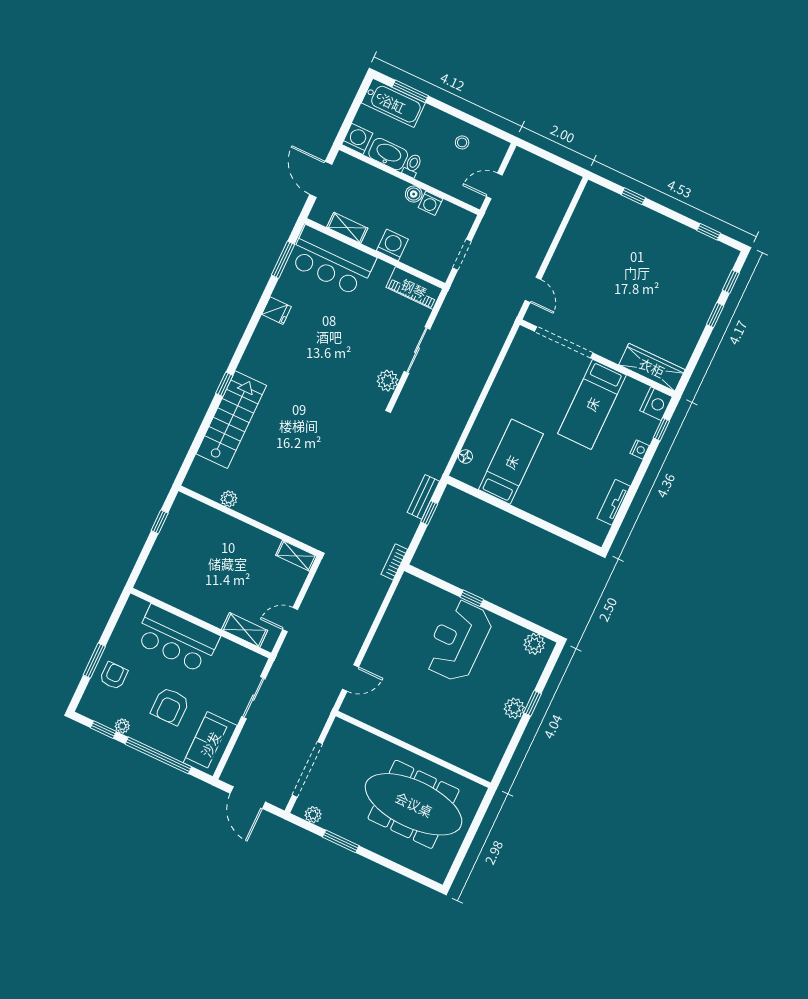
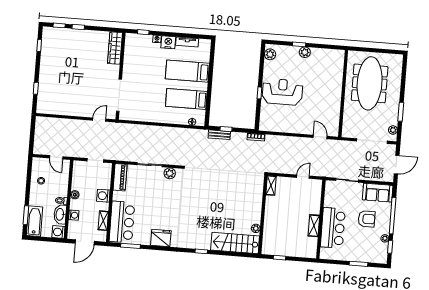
washing machine: (430, 203) -> (74, 215), moved
fridge: (277, 311) -> (161, 238), width x1.88, depth x1.34
bed: (592, 404) -> (187, 71), moved, turned 180
nightstand: (656, 404) -> (168, 42), moved
stairs: (231, 420) -> (235, 243), moved
door: (290, 620) -> (303, 177), swing flipped
shelving: (245, 630) -> (314, 226), moved
reception desk: (458, 641) -> (282, 92), turned 180
armchair: (114, 676) -> (362, 252), removed

